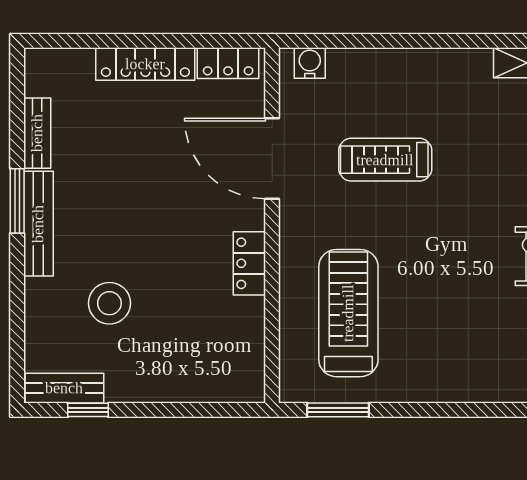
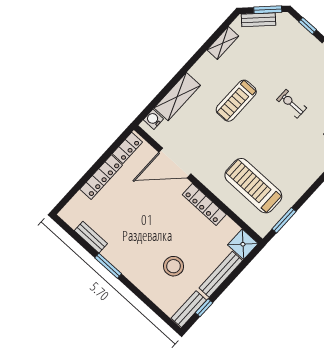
shelving: (379, 68) -> (177, 97), added
treadmill: (385, 160) -> (236, 101), moved
bench: (38, 224) -> (221, 274), moved, turned 90
locker: (249, 263) -> (204, 204), width x1.53
shower: (242, 380) -> (243, 244), added

